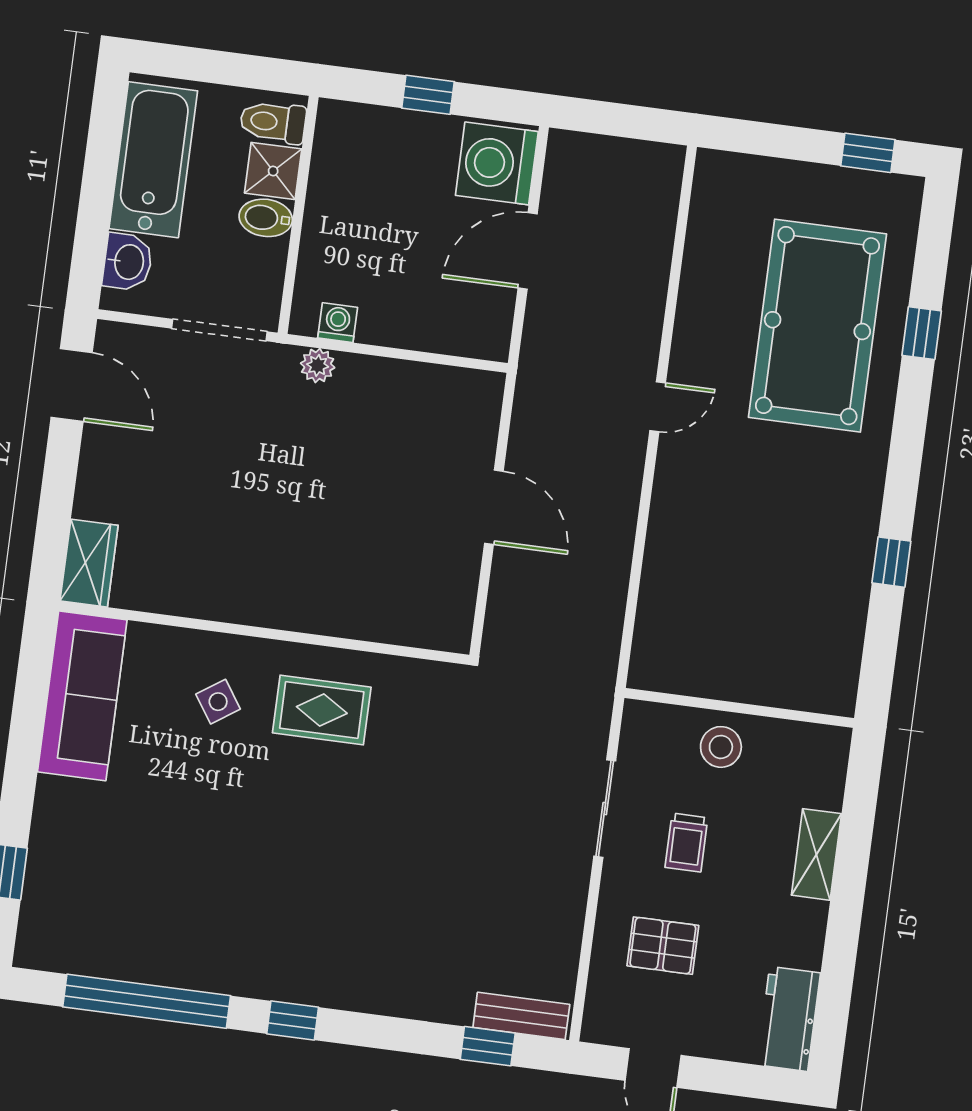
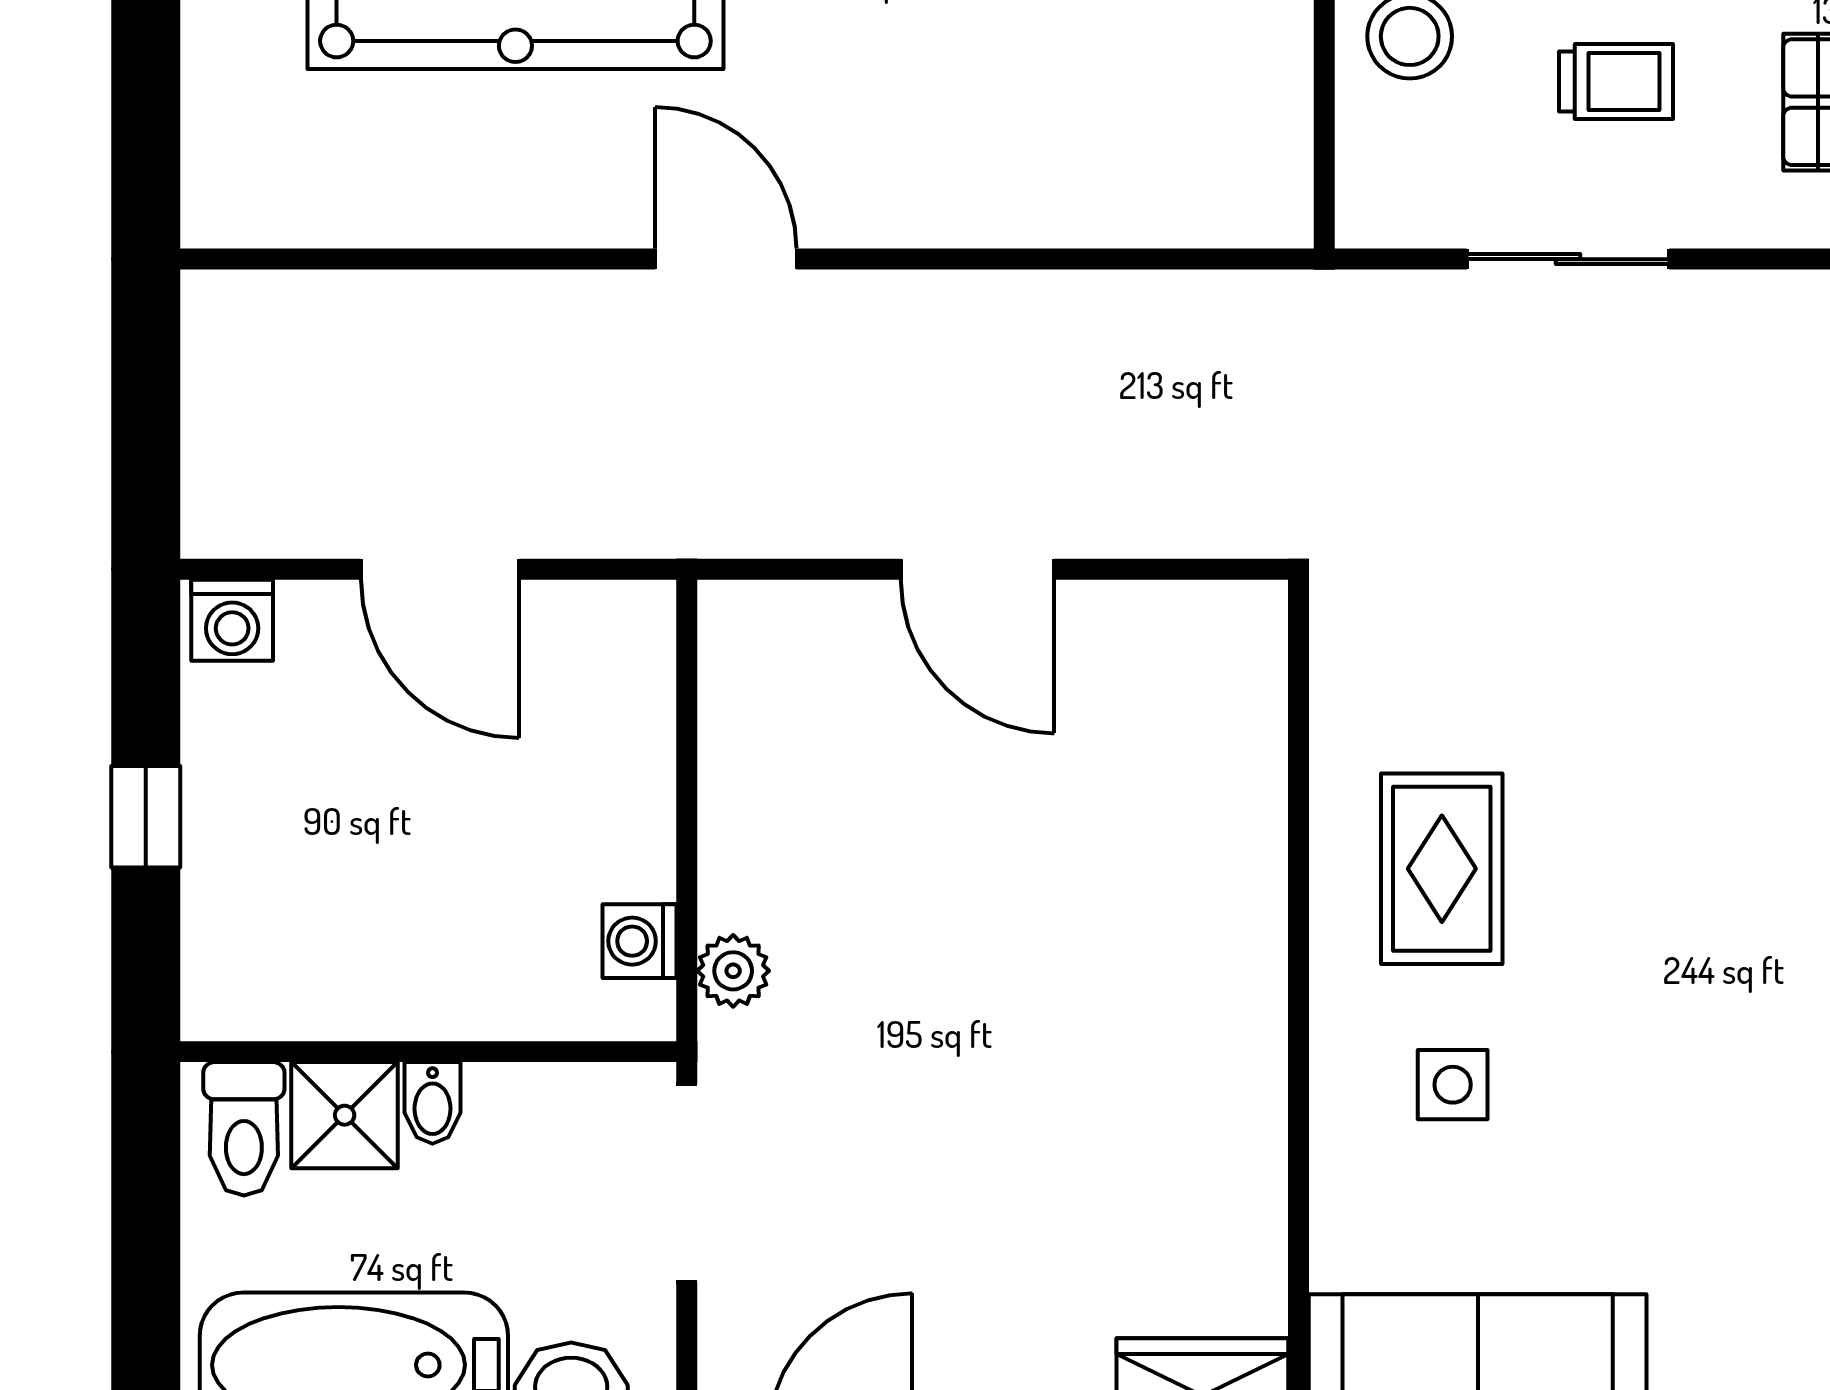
washing machine: (497, 163) -> (232, 620), width x0.53, depth x0.53
bidet: (266, 218) -> (432, 1103), width x0.72, depth x0.74
door: (658, 407) -> (726, 259), width x1.38
door: (494, 507) -> (978, 569), swing flipped
side table: (218, 702) -> (1453, 1085), turned 34

